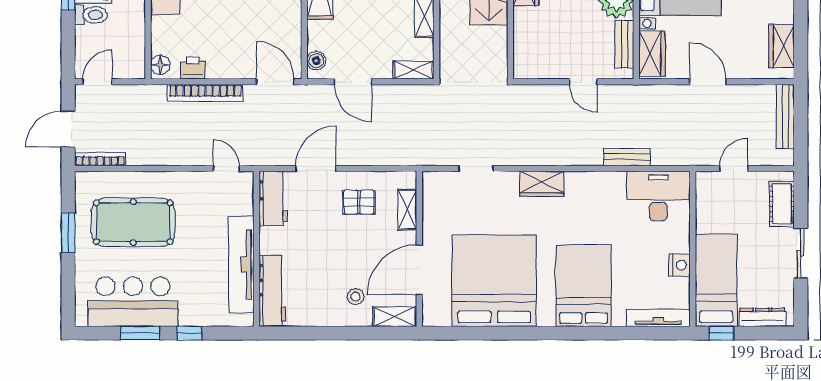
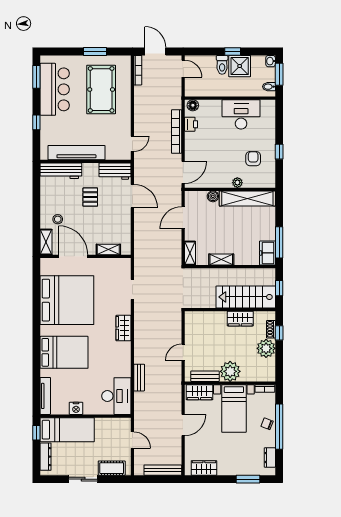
boiler: (316, 61) -> (213, 196), moved
pallet: (359, 202) -> (90, 197), moved
window: (140, 333) -> (36, 77), moved

